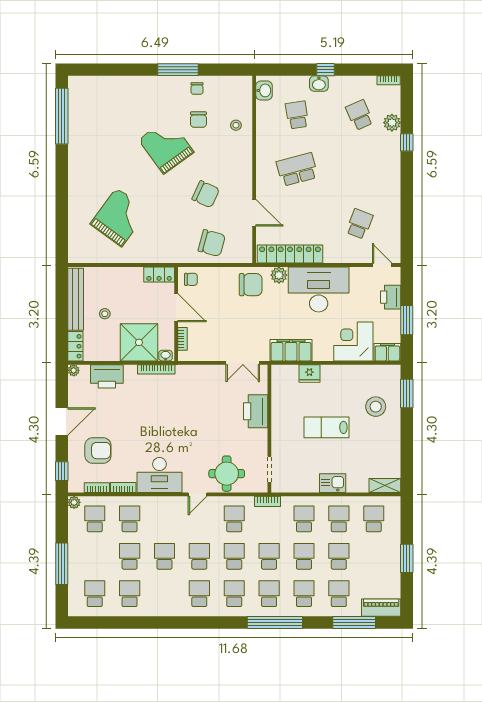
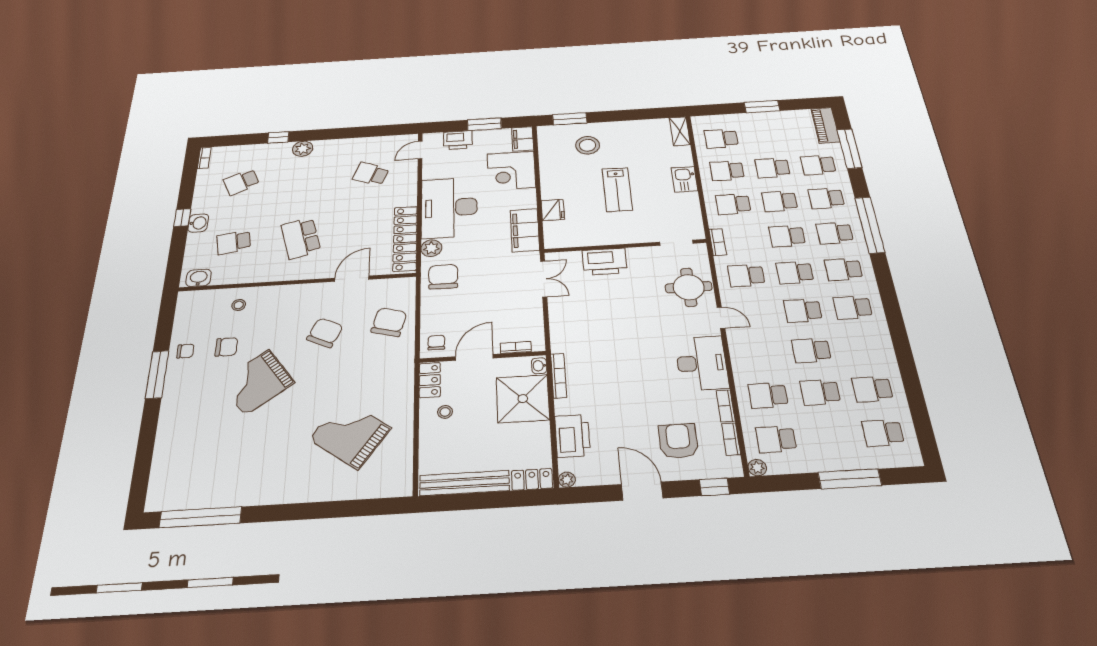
plant: (392, 123) -> (303, 149), moved
stool: (105, 314) -> (445, 412), moved

